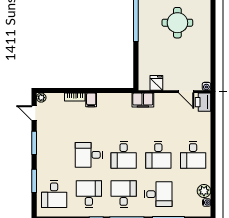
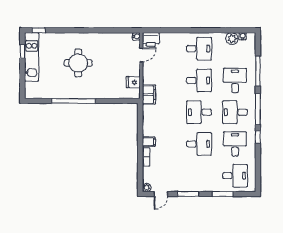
desk: (89, 155) -> (199, 144), turned -90
desk: (124, 155) -> (199, 112), turned 180
desk: (89, 194) -> (235, 144), turned 90

